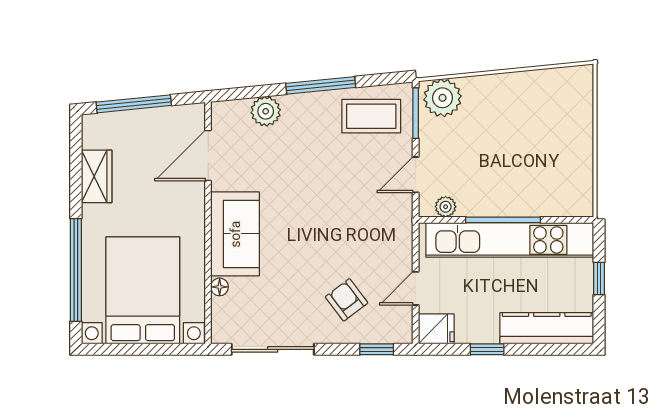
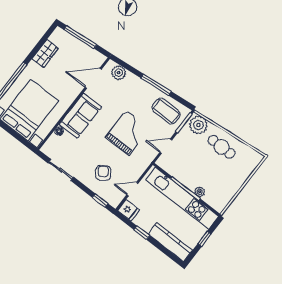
cafe table: (509, 104) -> (221, 147), added
plant: (266, 111) -> (119, 73), moved
grand piano: (335, 202) -> (127, 133), added
plant: (446, 207) -> (200, 192), moved
sliding door: (273, 349) -> (61, 170), width x0.73

